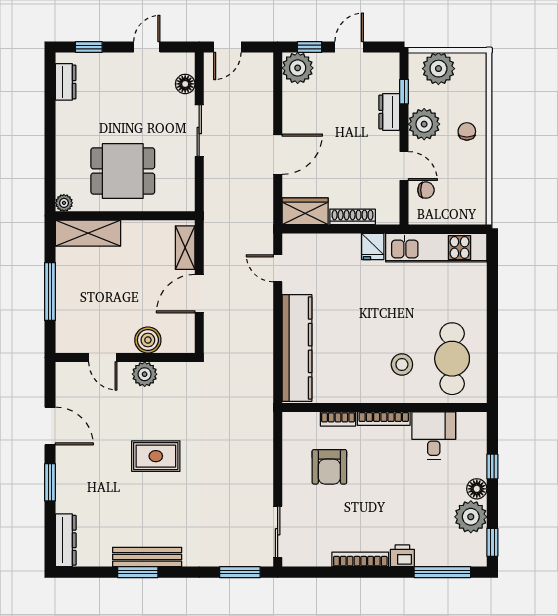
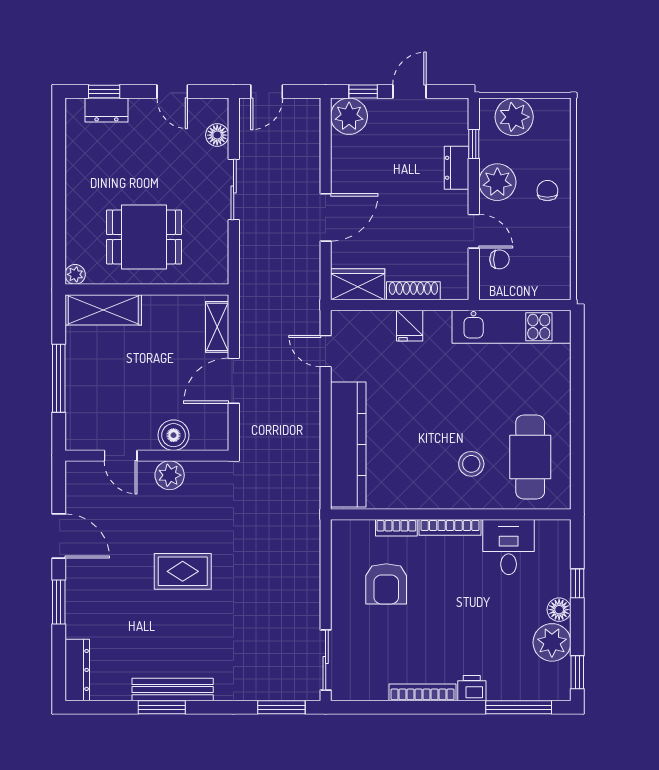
door: (147, 47) -> (172, 92), swing flipped
dresser: (66, 82) -> (106, 110), moved, turned 90
fridge: (373, 246) -> (410, 326), moved

